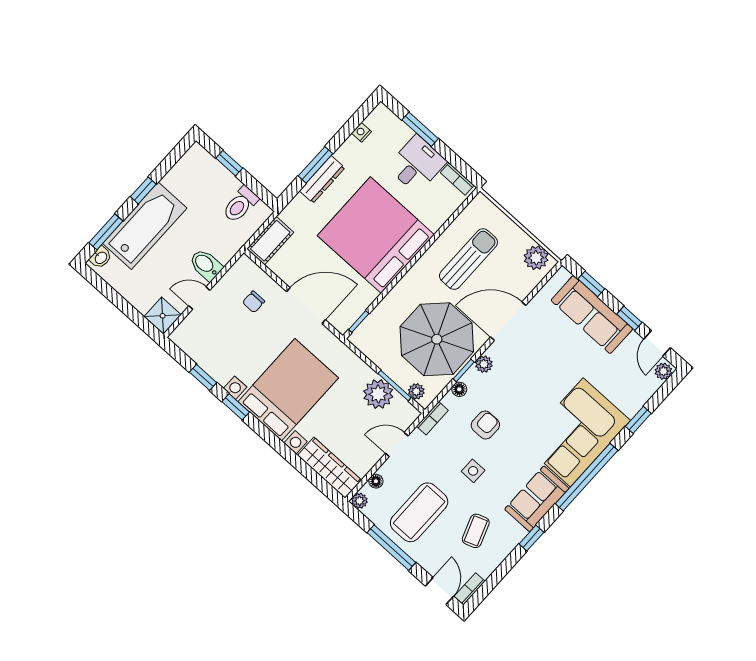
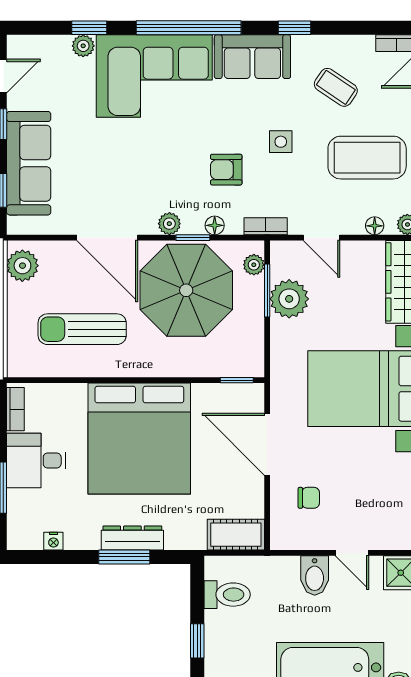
plant: (663, 371) -> (83, 46), moved
coffee table: (476, 531) -> (336, 87), turned 54

